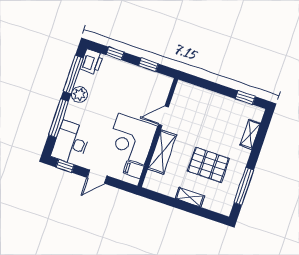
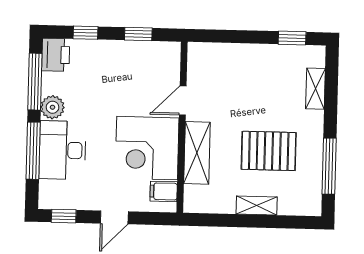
desk: (71, 143) -> (63, 150), moved

